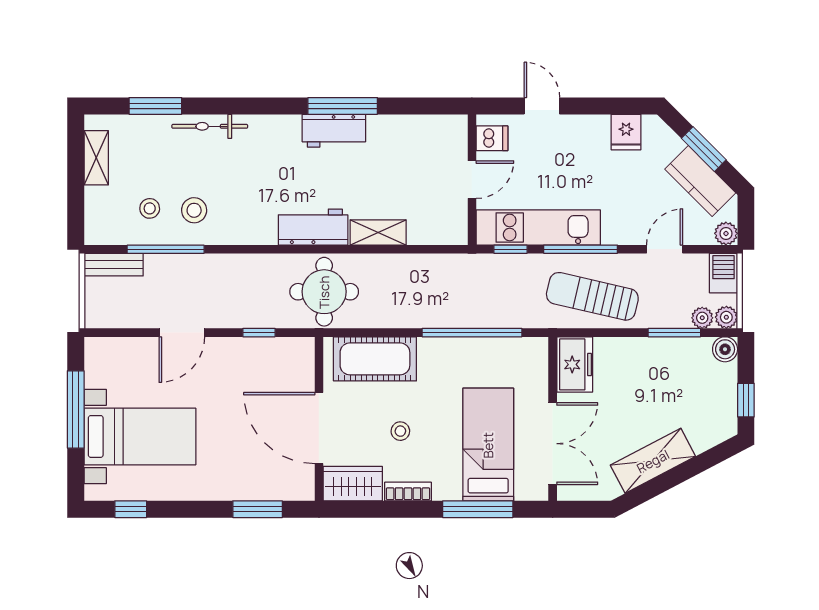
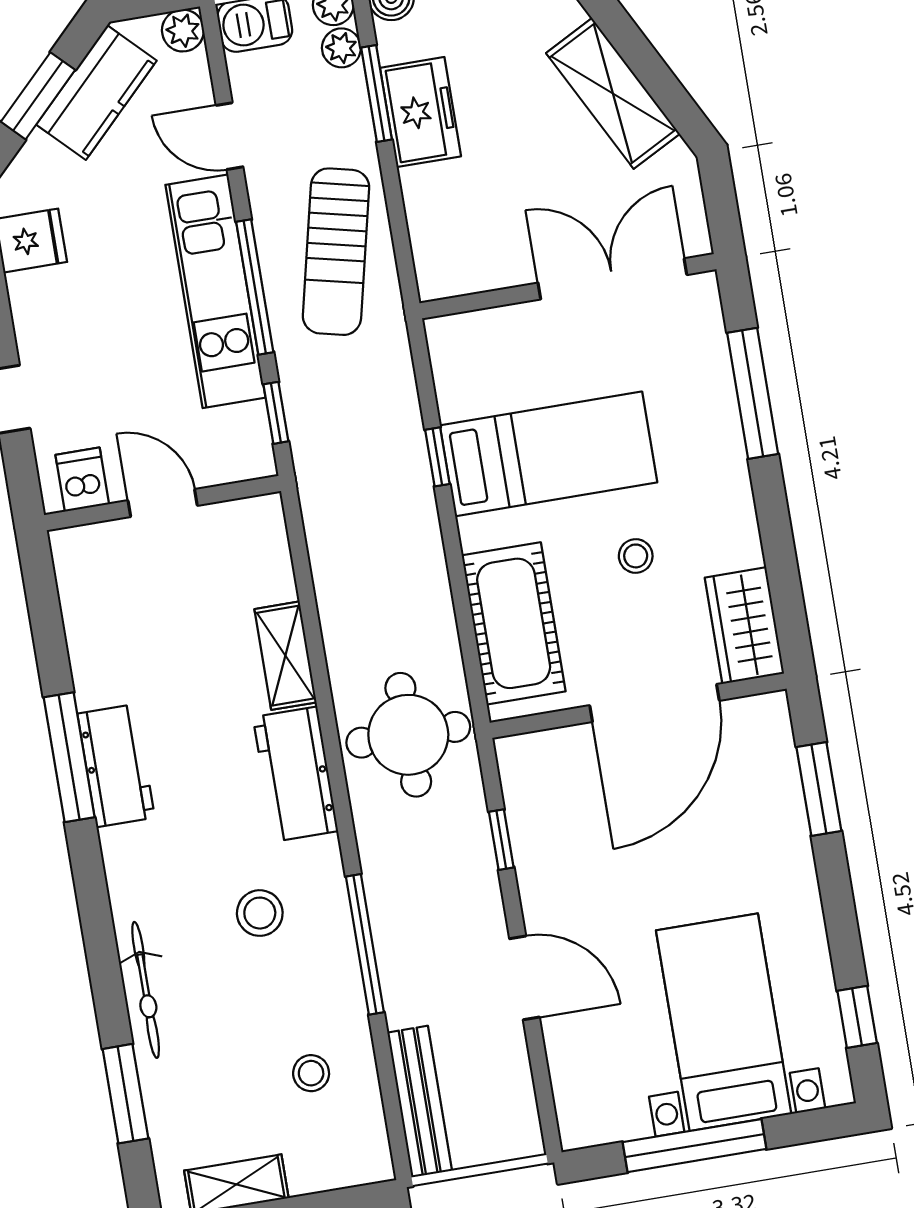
stool: (194, 210) -> (260, 913), moved
kitchen unit: (538, 227) -> (215, 291), moved
window: (166, 249) -> (365, 944), moved
bench: (114, 265) -> (420, 1102), width x1.36
window: (472, 333) -> (437, 457), width x0.32
freezer: (575, 364) -> (420, 112), moved, turned 90
bed: (488, 445) -> (549, 454), moved, turned 180
bookcase: (408, 492) -> (742, 524), removed

